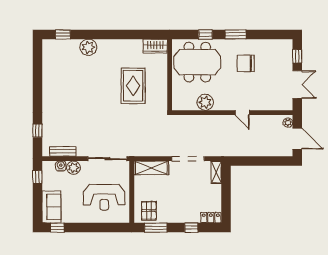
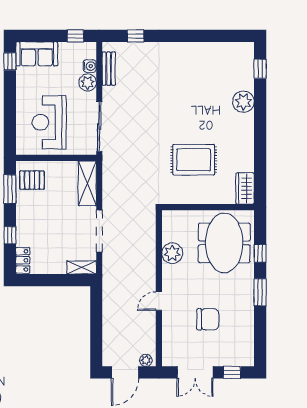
chair: (246, 63) -> (208, 319), moved, turned 90

